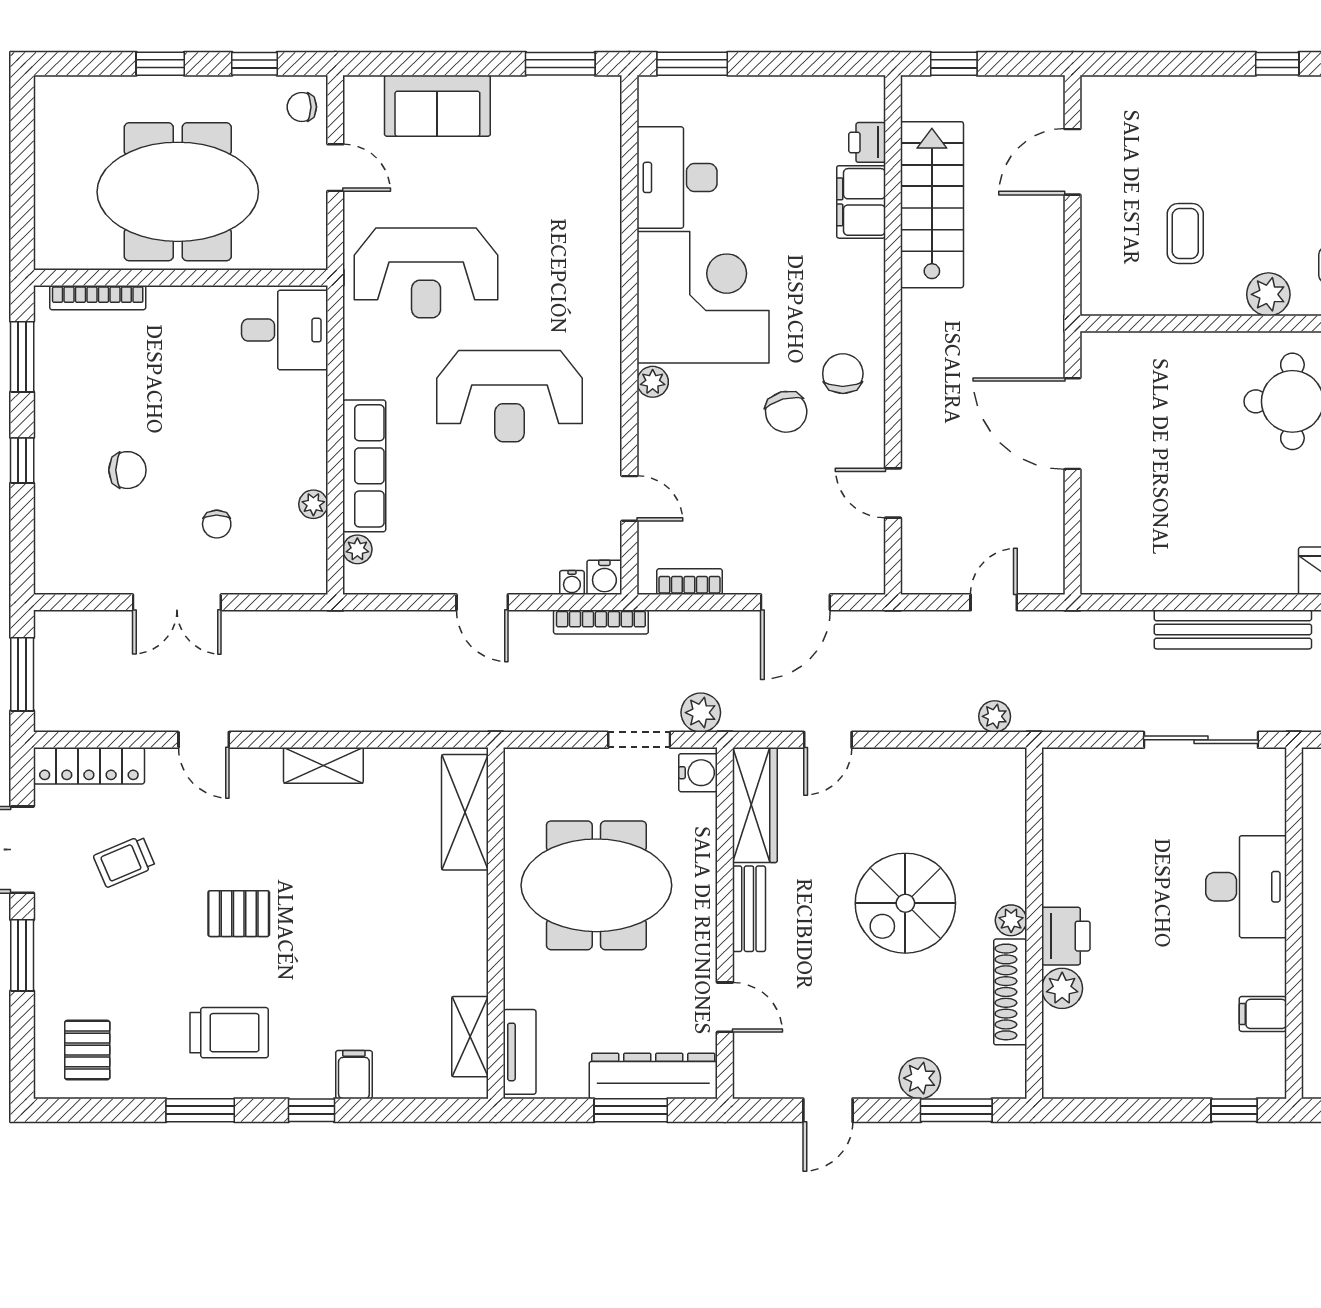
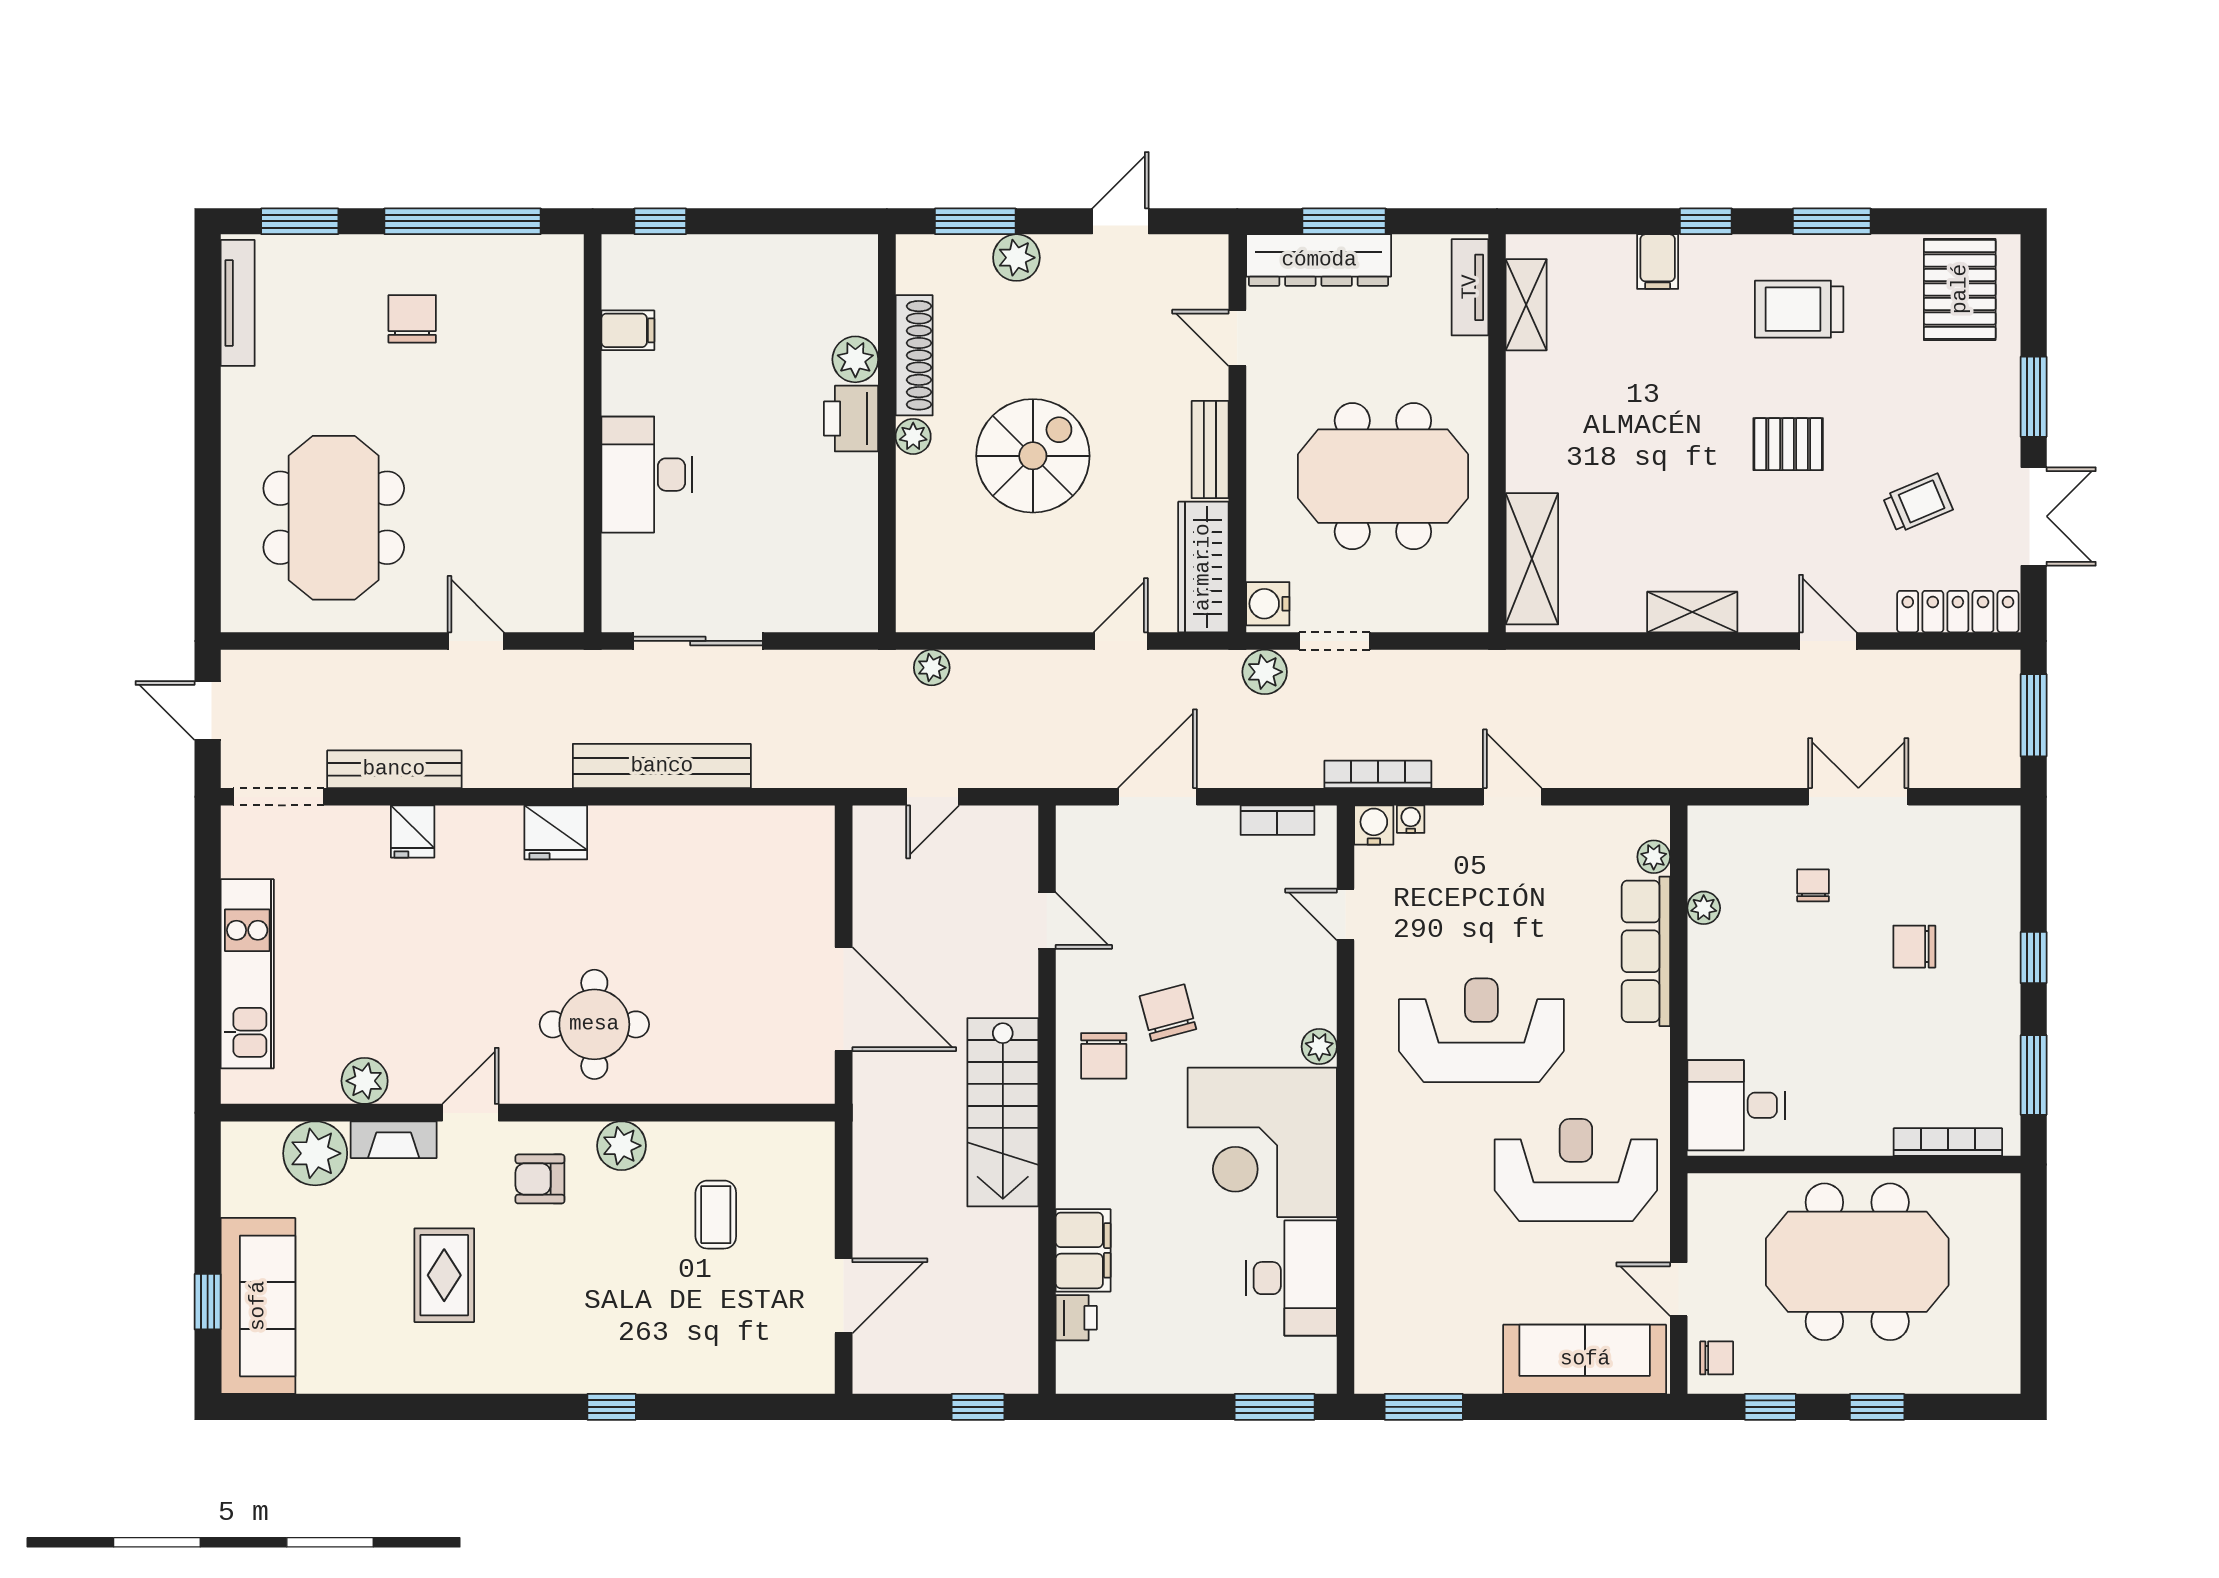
sofa: (437, 106) -> (1585, 1359), width x1.36
stairs: (932, 205) -> (1003, 1112), moved
pallet: (87, 1050) -> (1960, 289), width x1.50, depth x1.42

